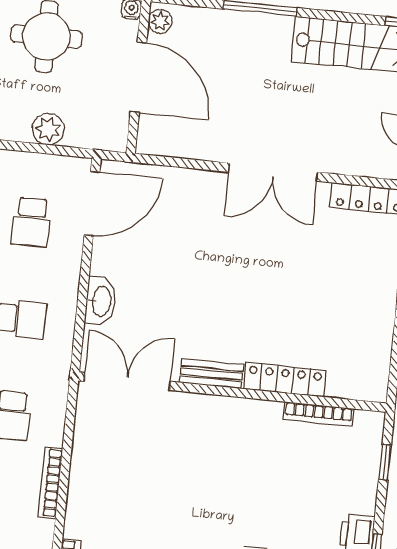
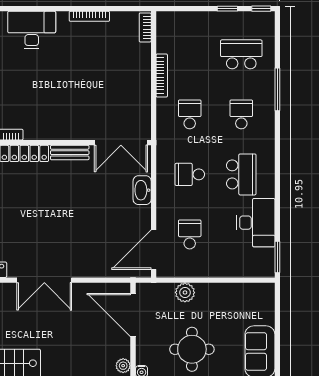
door: (138, 77) -> (133, 315), moved
double door: (273, 172) -> (44, 280), swing flipped

